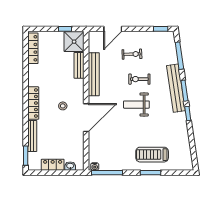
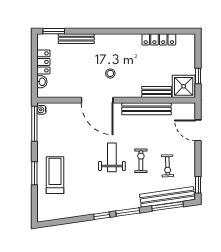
locker: (33, 48) -> (159, 39), moved
exercise bike: (132, 54) -> (167, 166), moved
bench: (176, 88) -> (167, 197), moved
locker: (33, 103) -> (114, 40), removed

